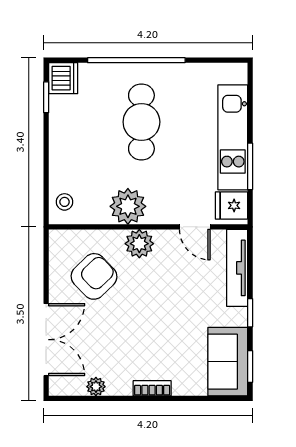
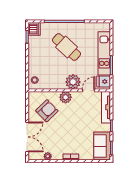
cafe table: (141, 122) -> (66, 47), turned -47
plant: (128, 206) -> (73, 82), moved
door: (195, 227) -> (88, 90), swing flipped

